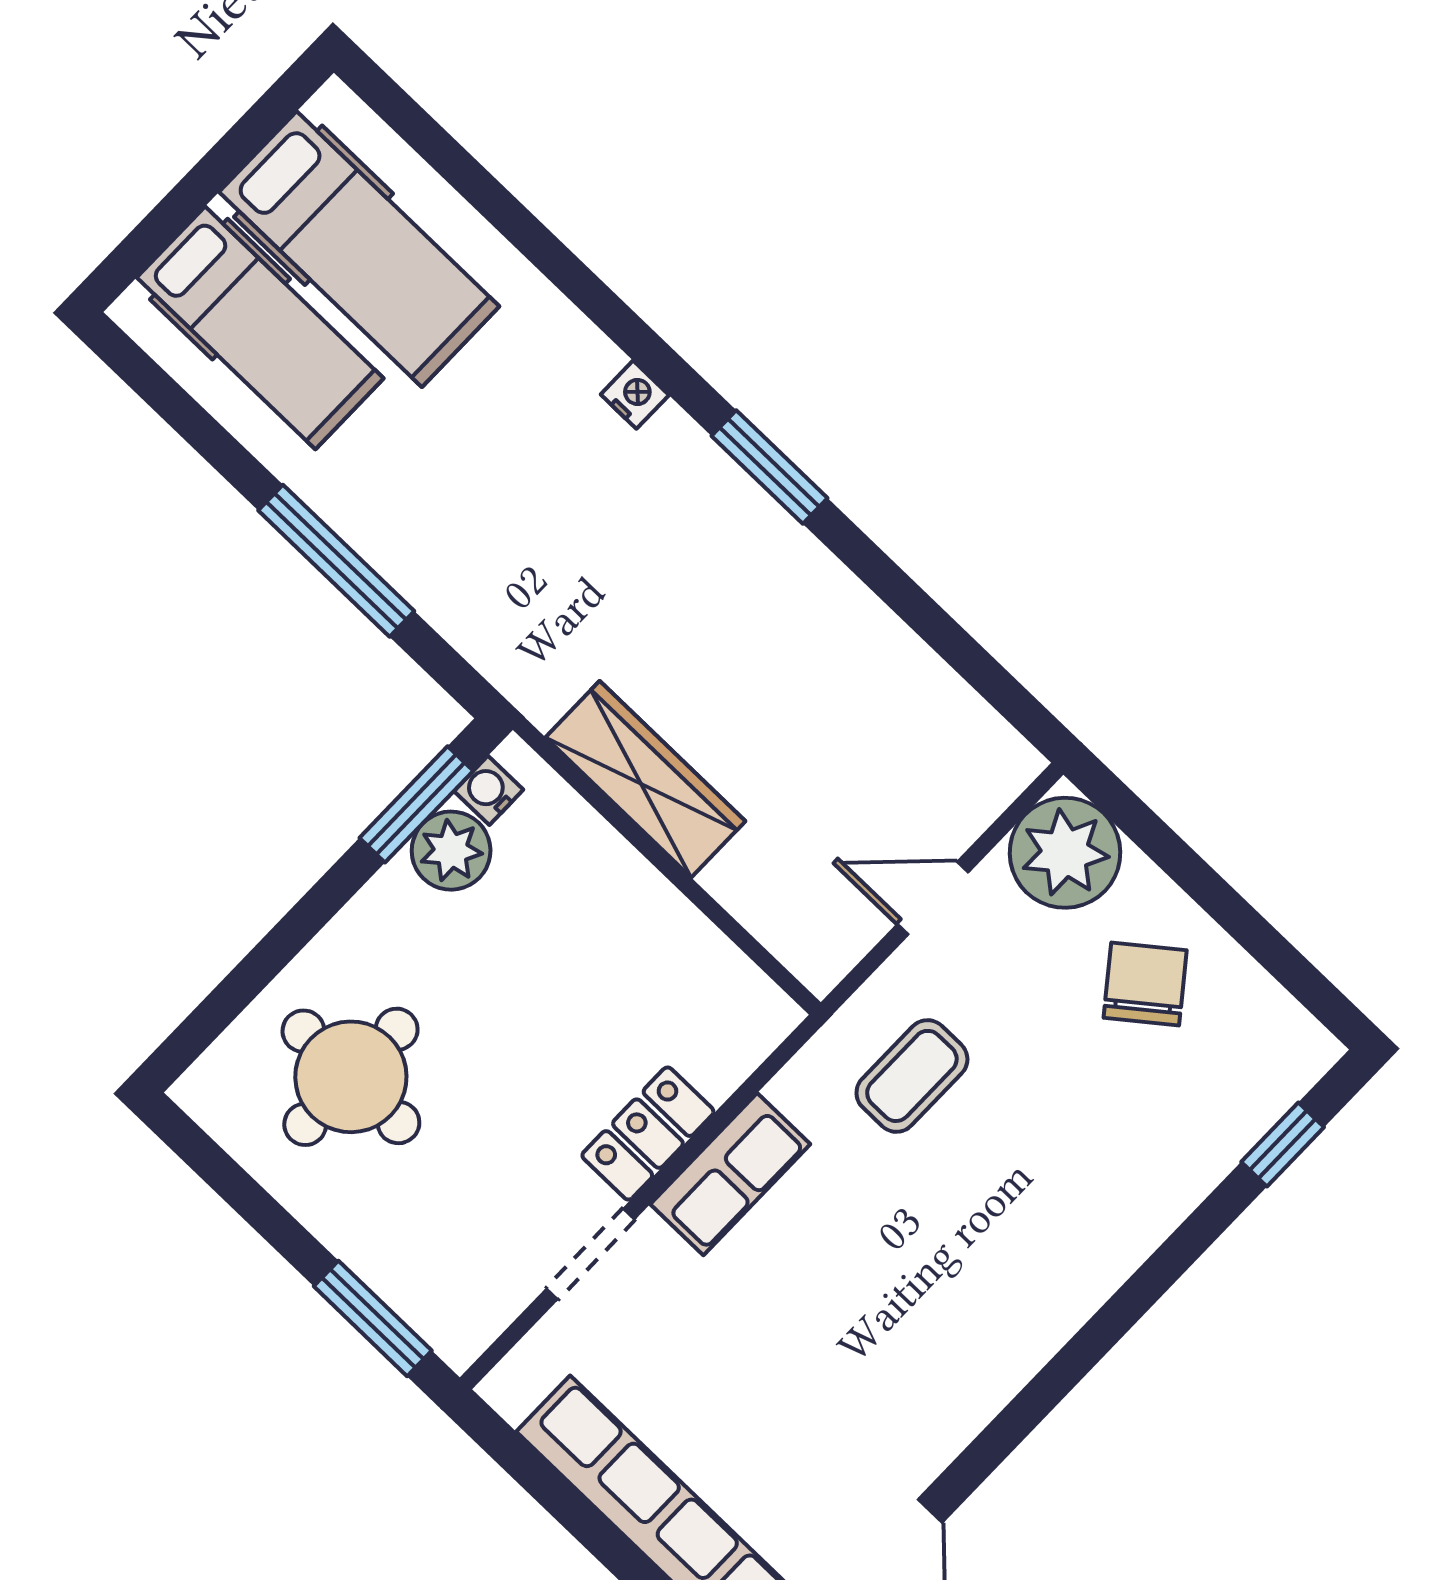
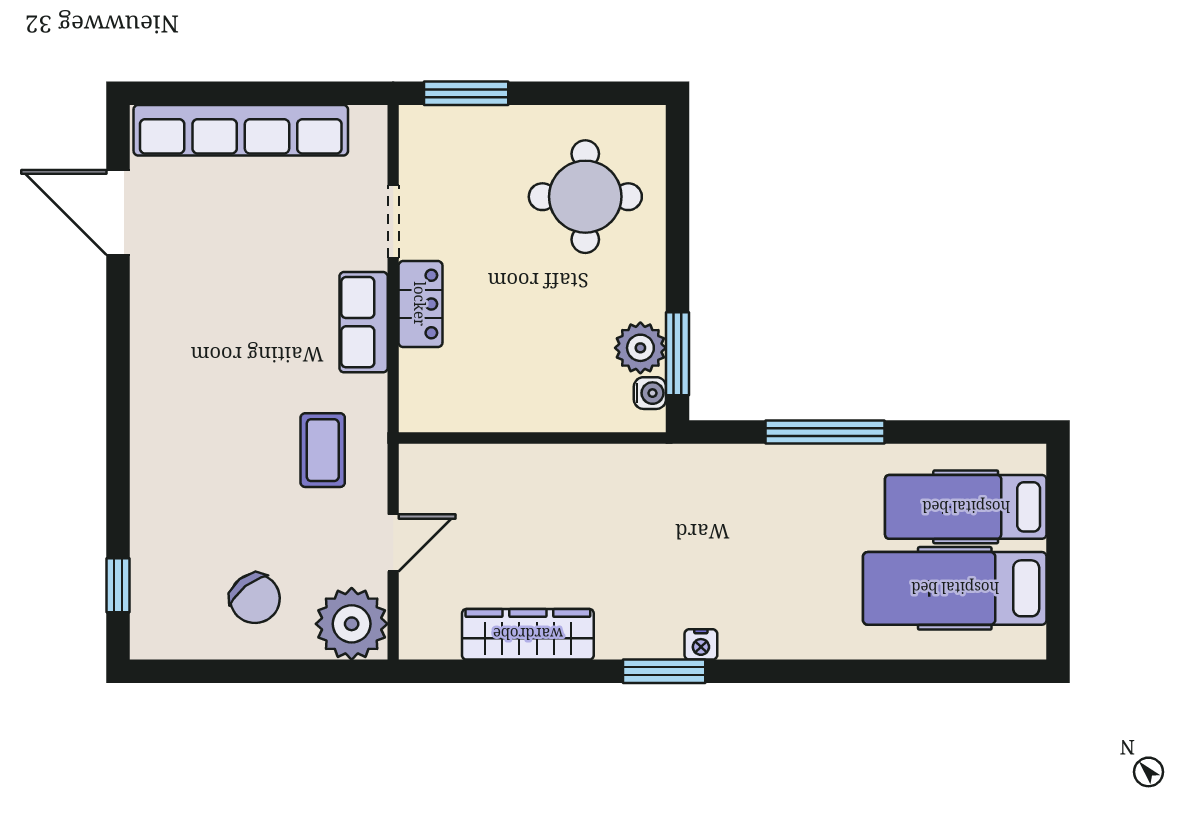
nightstand: (635, 395) -> (701, 644), moved
wardrobe: (645, 779) -> (528, 634), moved, turned 180

